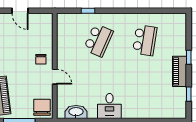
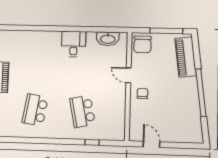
door: (20, 11) -> (151, 144), moved
school desk: (98, 40) -> (83, 111), turned -36

